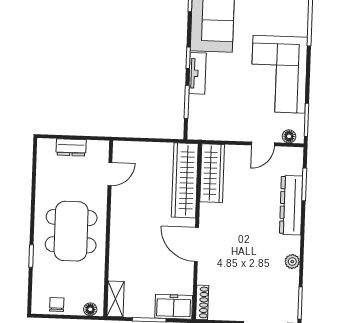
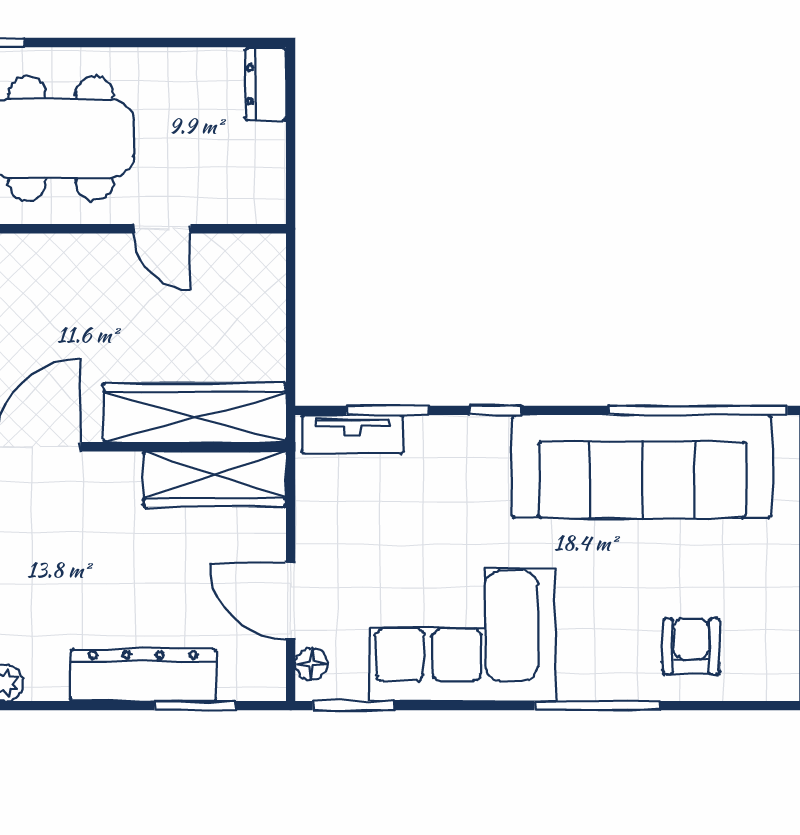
tv unit: (197, 73) -> (353, 434), moved
door: (263, 144) -> (291, 601), width x1.38
dresser: (71, 147) -> (266, 84), moved
door: (110, 174) -> (162, 229), moved

